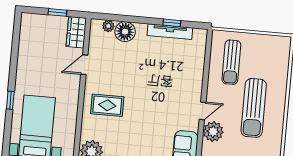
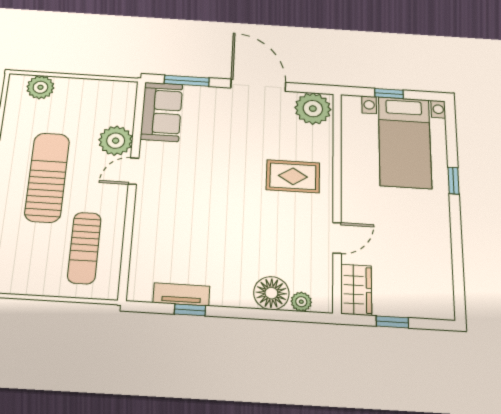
tv unit: (170, 32) -> (181, 294), width x0.71
sun lounger: (231, 62) -> (84, 248), turned 180

